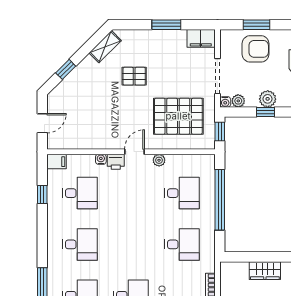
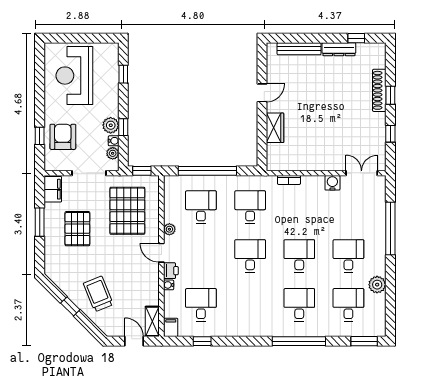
window: (256, 25) -> (40, 136), width x0.67
shelving: (105, 47) -> (152, 321), moved, turned 45
window: (66, 69) -> (70, 306), moved
pallet: (134, 76) -> (77, 229), moved, width x1.50, depth x1.42
trolley: (92, 86) -> (98, 294), added
water cooler: (225, 102) -> (114, 141), moved
desk: (80, 244) -> (250, 256), moved

